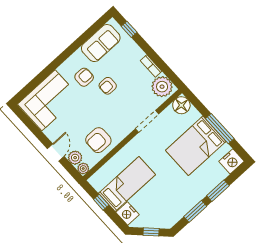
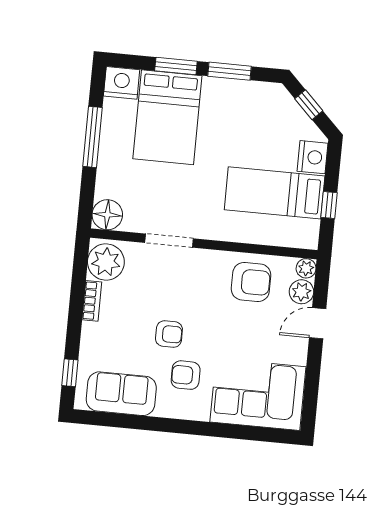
bed: (196, 146) -> (167, 117), moved, turned 90

